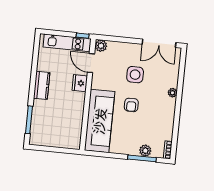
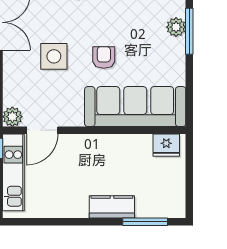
fridge: (80, 83) -> (166, 145), moved
kitchen counter: (42, 85) -> (112, 207), moved
armchair: (131, 105) -> (104, 57), turned -90

